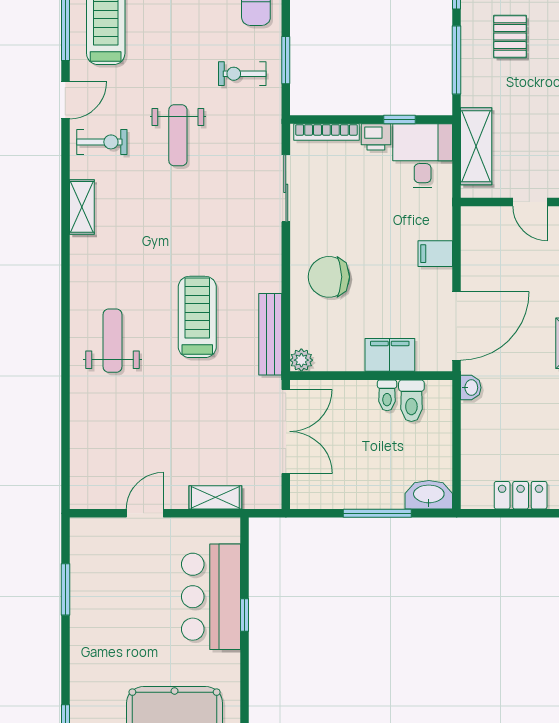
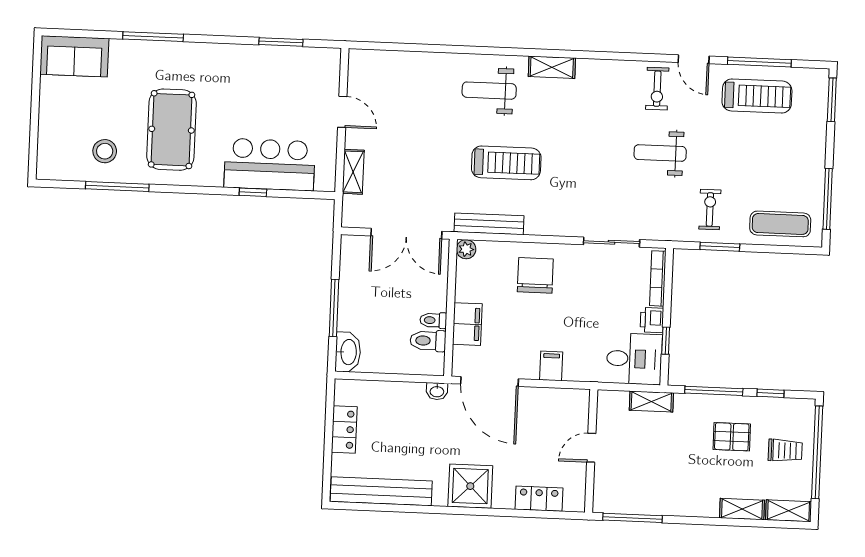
shelving: (476, 146) -> (651, 402), width x0.67, depth x0.75
shelving: (82, 207) -> (552, 67), moved
weight bench: (113, 341) -> (489, 91), turned 180

